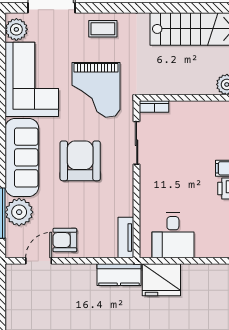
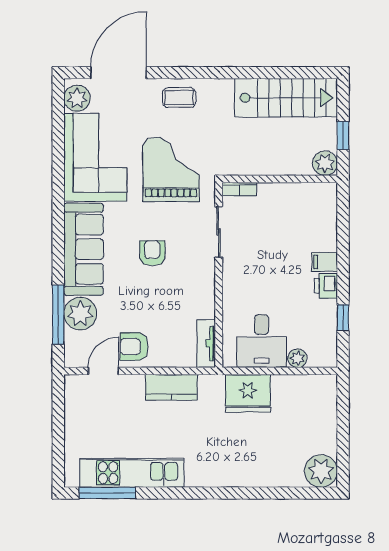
grand piano: (96, 90) -> (171, 169), turned 180
armchair: (80, 161) -> (152, 253), width x0.53, depth x0.53
plant: (203, 250) -> (297, 358), added
kitchen counter: (119, 275) -> (171, 387), moved

